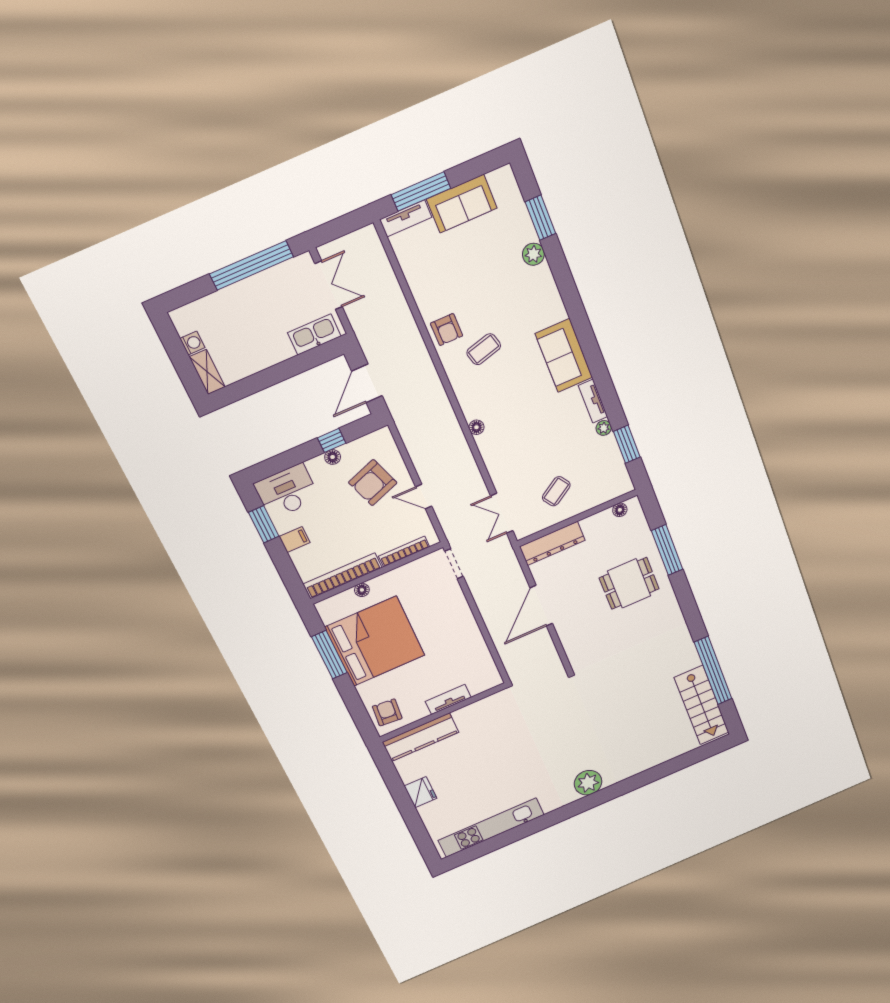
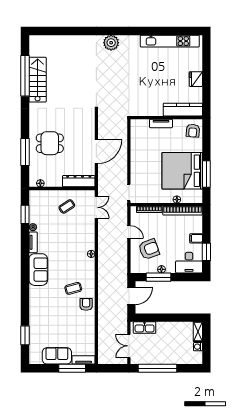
plant: (533, 254) -> (34, 321), removed
window: (332, 440) -> (158, 277), width x2.17
stairs: (702, 705) -> (38, 80), moved

